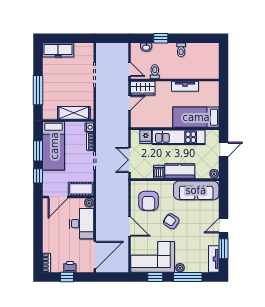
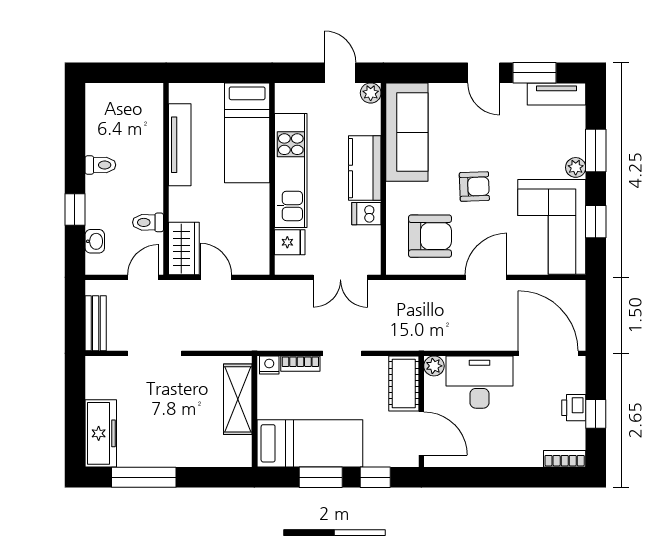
bench: (109, 48) -> (96, 323), added
tv unit: (185, 86) -> (180, 145), width x1.41
window: (38, 90) -> (144, 477), moved
door: (223, 149) -> (340, 73), moved
armchair: (171, 221) -> (474, 187), turned -125
window: (188, 277) -> (596, 151), width x0.69

